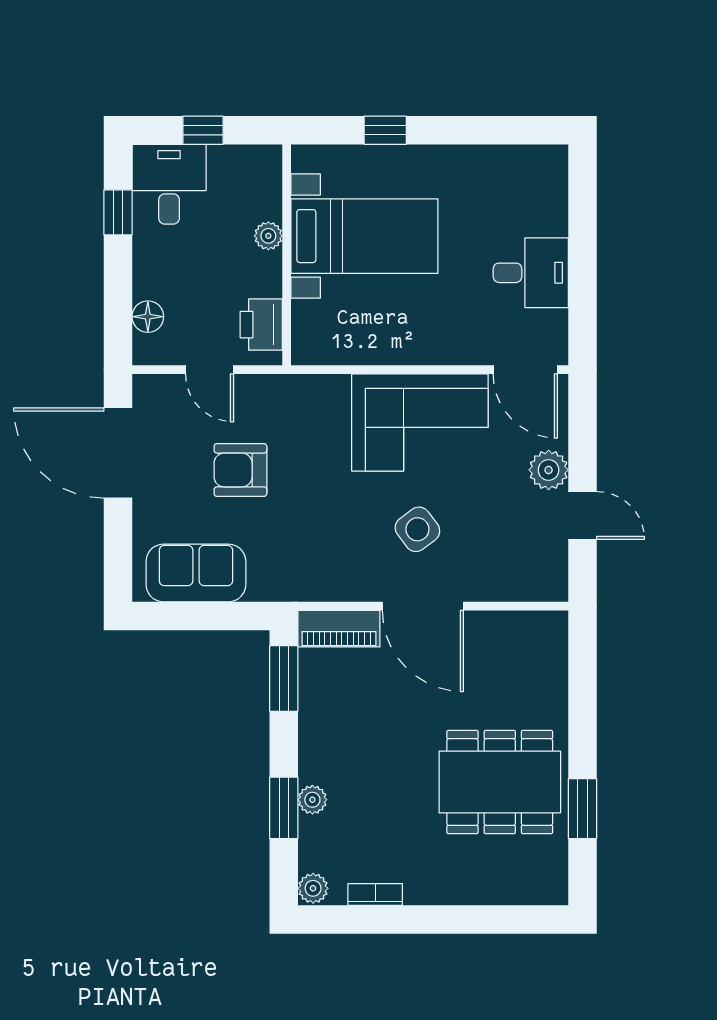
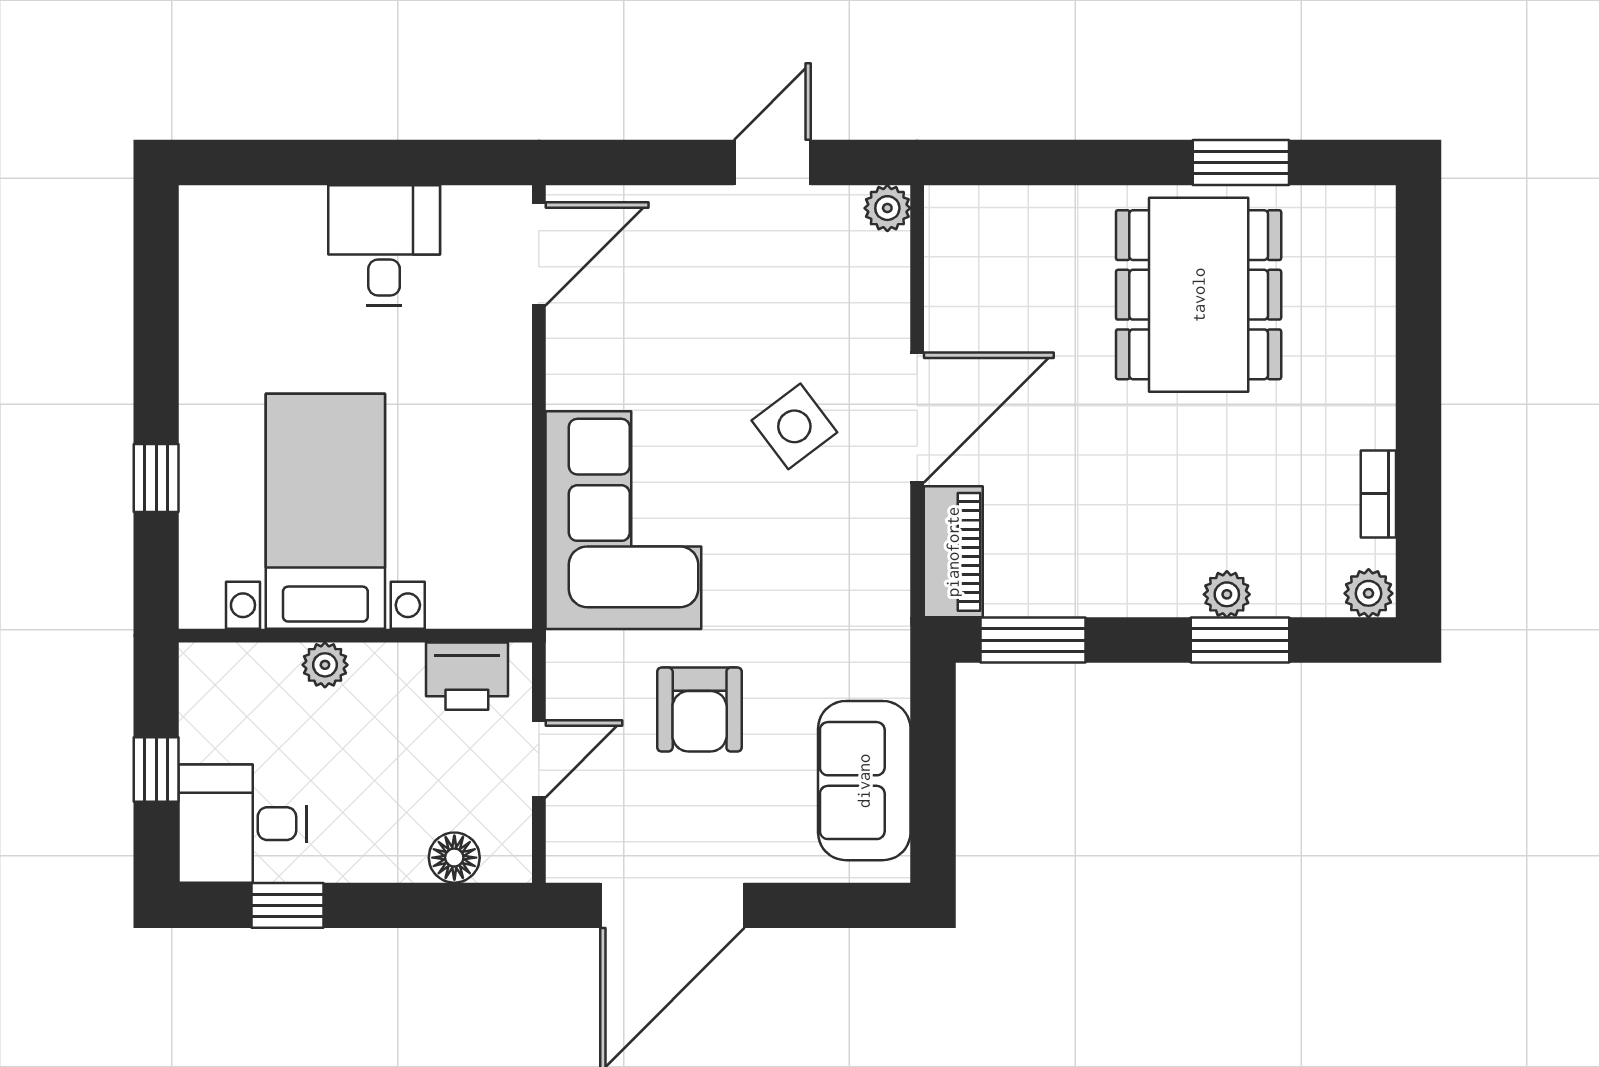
corner sofa: (420, 422) -> (623, 520), moved
plant: (549, 470) -> (887, 208), moved, width x0.73, depth x0.73

